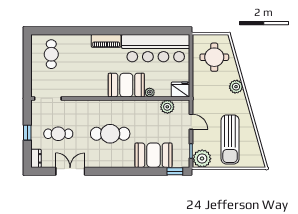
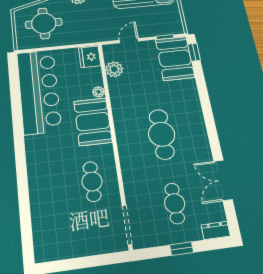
piano: (106, 41) -> (35, 155), removed
cafe table: (51, 54) -> (92, 181), moved, turned 90
booth: (154, 155) -> (175, 58), moved
plant: (202, 159) -> (172, 24), removed

